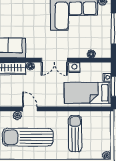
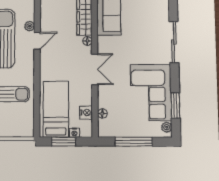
double door: (54, 60) -> (95, 69), swing flipped
nightstand: (74, 68) -> (86, 113), moved

